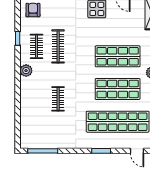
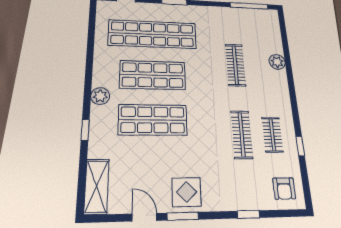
plant: (26, 71) -> (277, 62), moved
clothes rail: (58, 99) -> (235, 65), width x1.36

